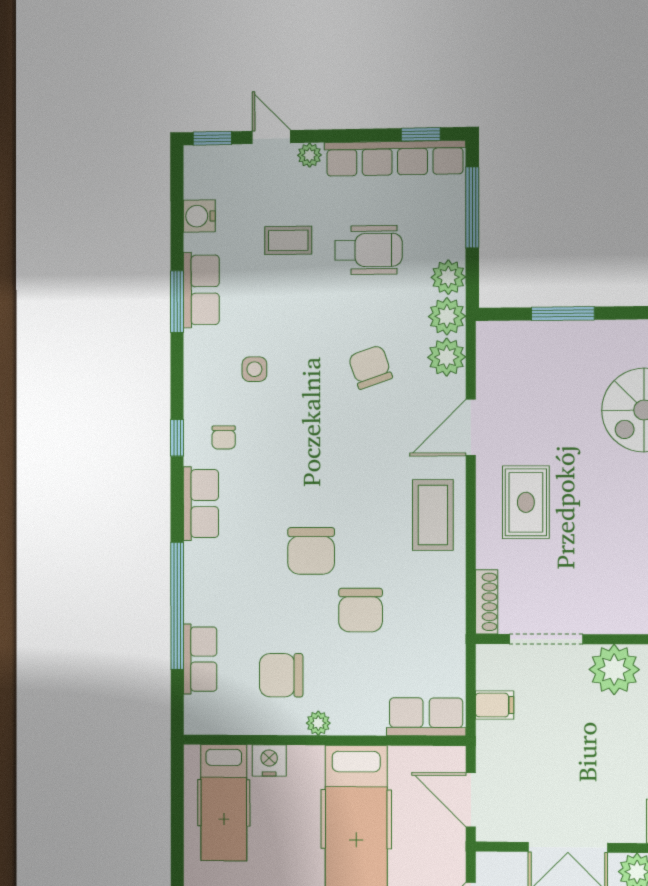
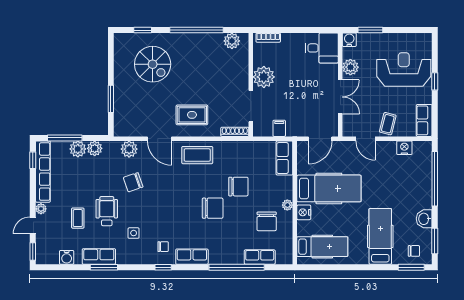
wheelchair: (369, 250) -> (107, 211), moved
plant: (447, 316) -> (78, 149), moved
nightstand: (269, 761) -> (304, 212), moved

